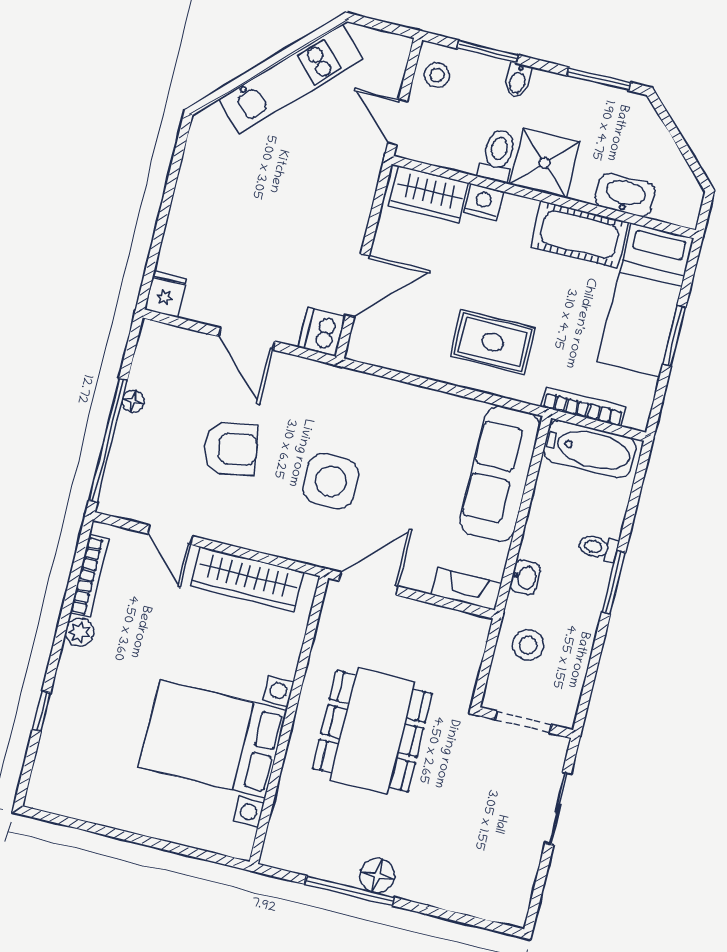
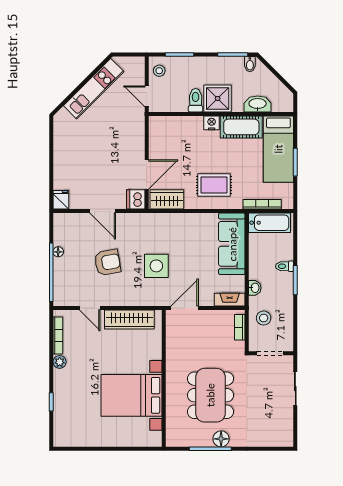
bidet: (518, 80) -> (250, 64), moved
wardrobe: (429, 194) -> (167, 199), moved, turned 180
nightstand: (483, 202) -> (212, 123), moved
bookcase: (474, 652) -> (240, 327), added
dining table: (372, 731) -> (210, 395), moved

